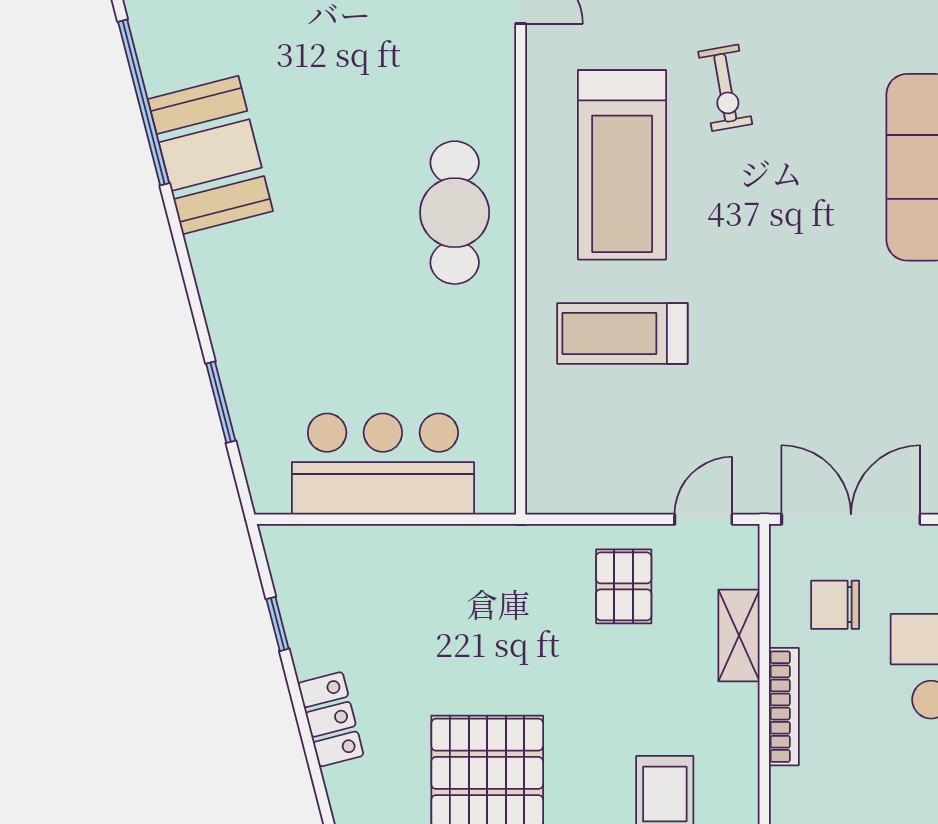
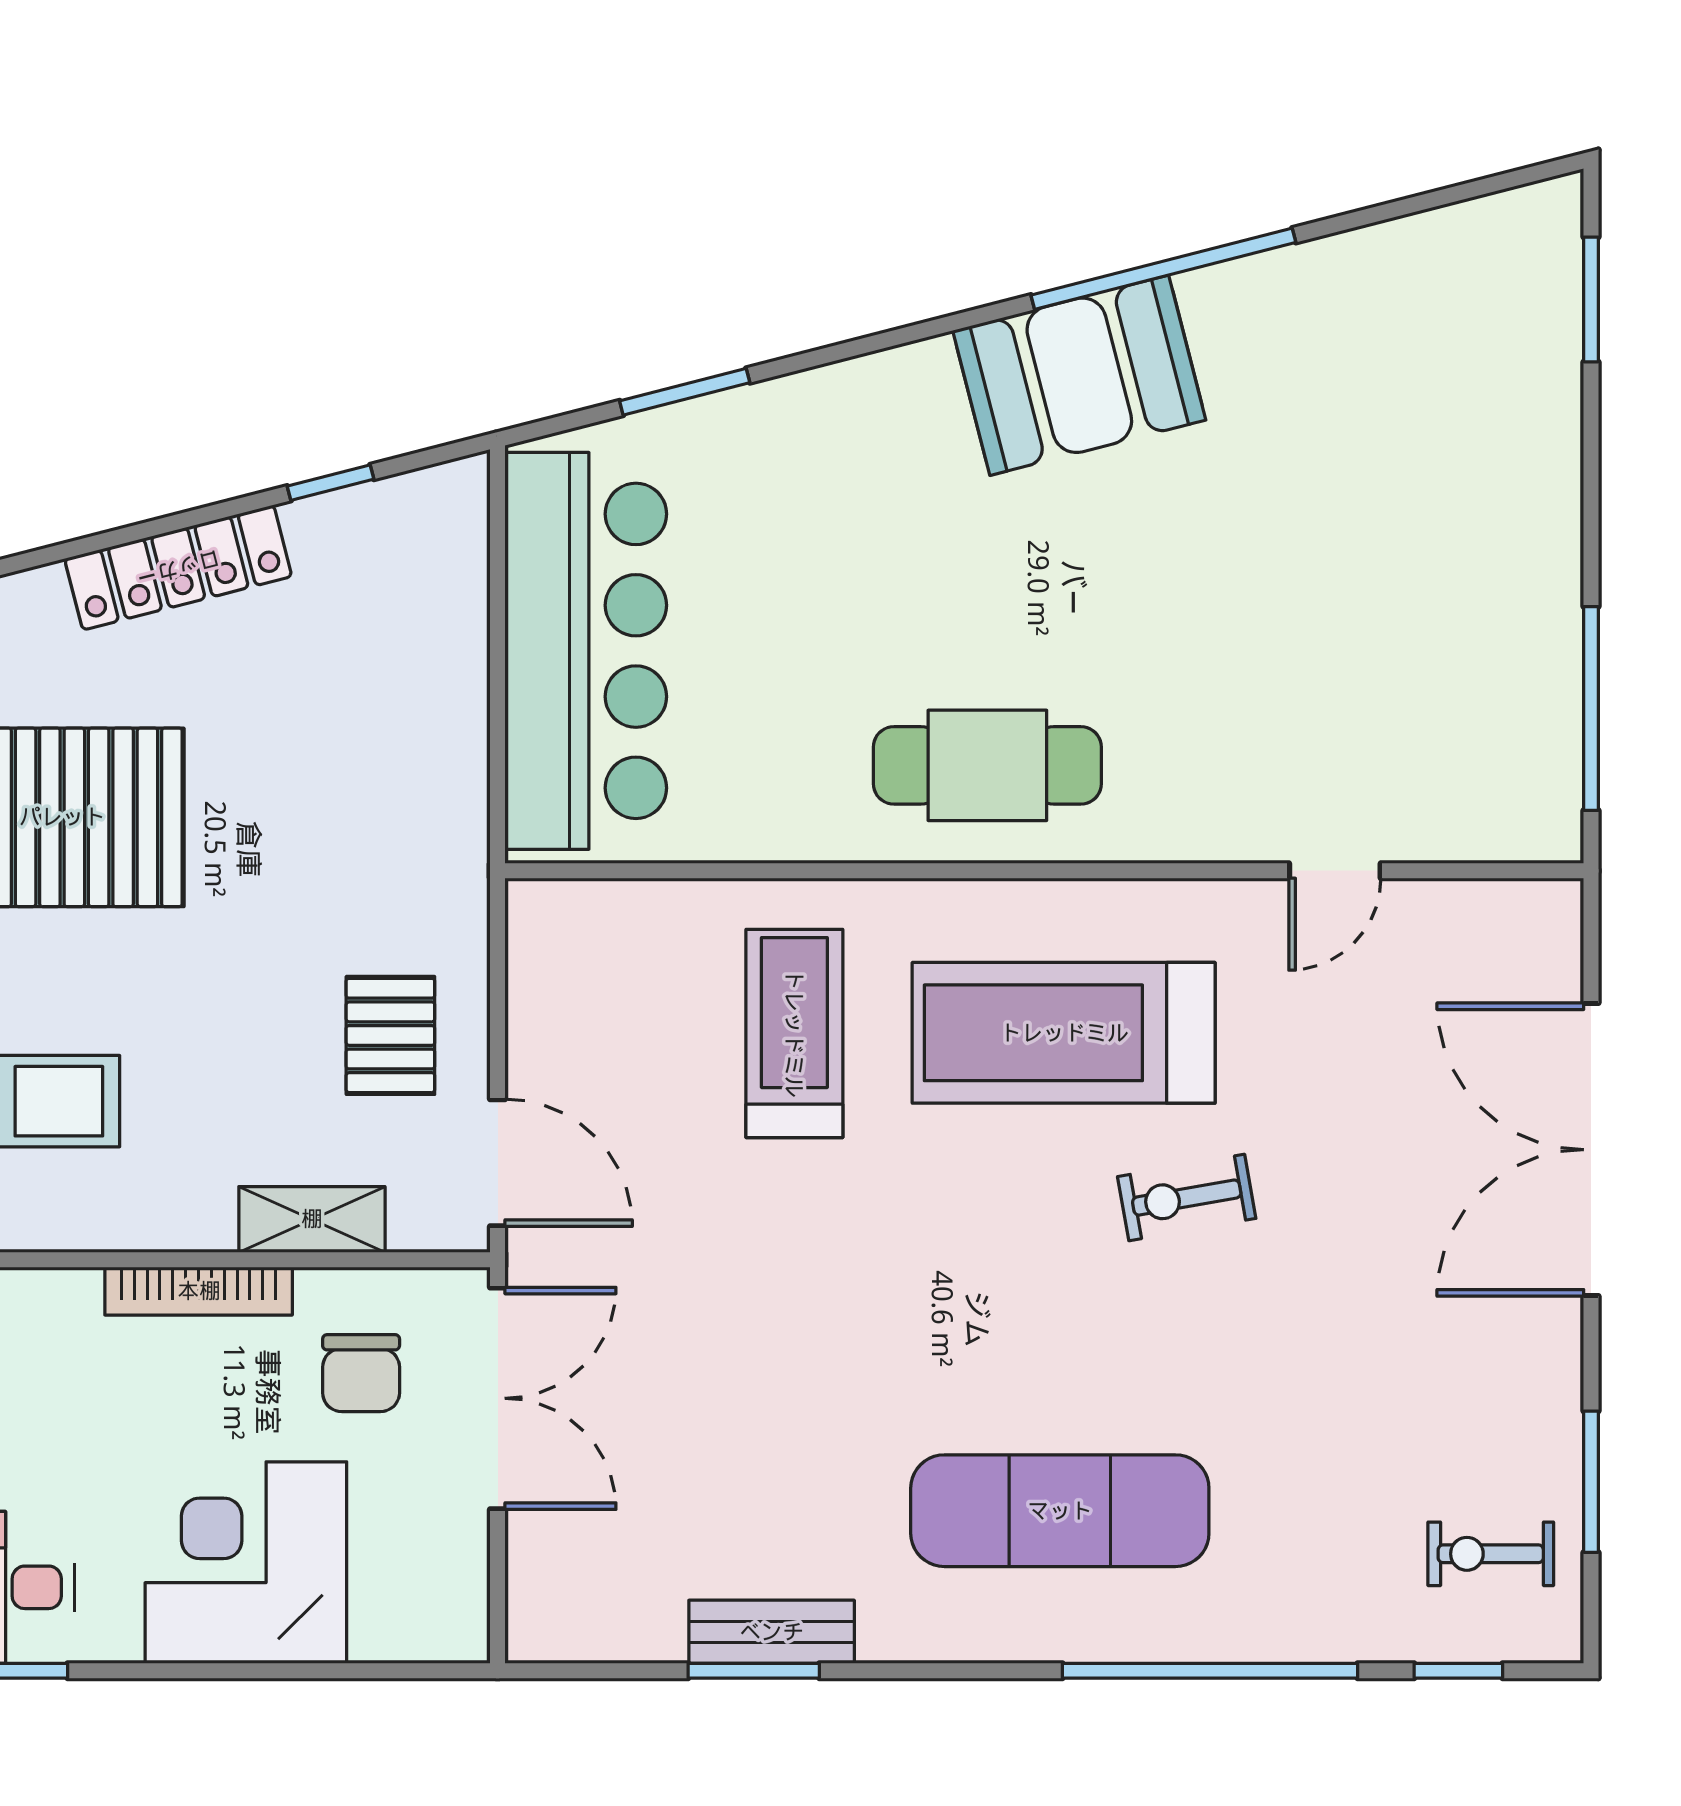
bar counter: (383, 464) -> (586, 651), width x1.36
door: (703, 519) -> (498, 1163), width x1.38
pallet: (624, 586) -> (390, 1035), turned 90
chair: (835, 605) -> (361, 1373), turned 180
locker: (331, 719) -> (178, 568), width x1.53

